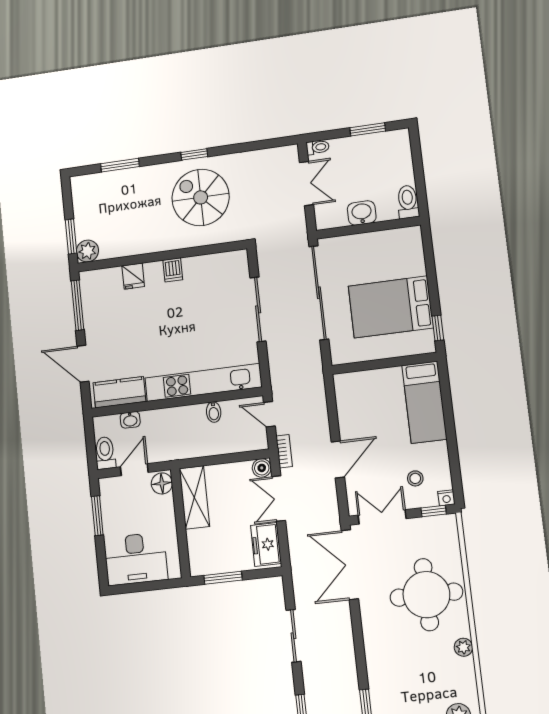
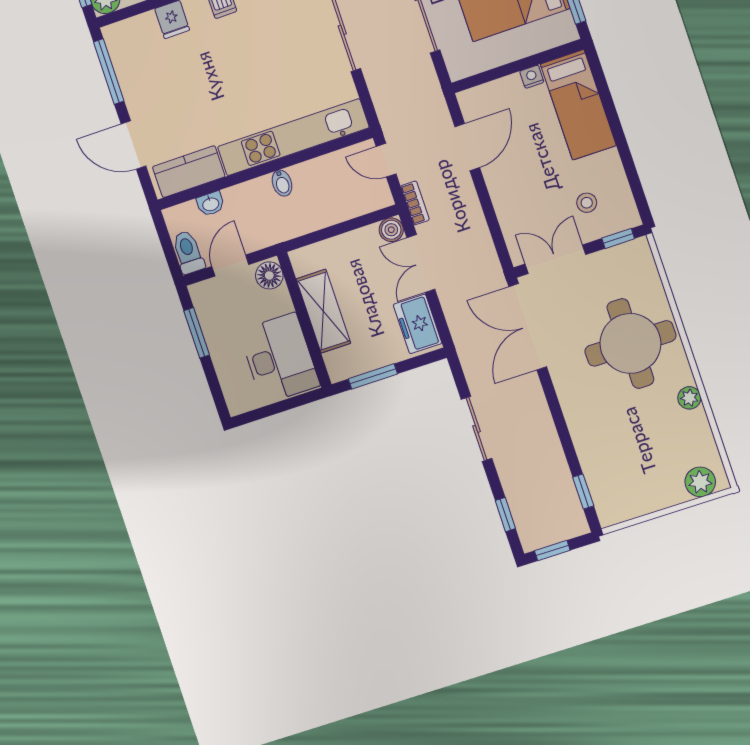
bidet: (214, 412) -> (282, 183), moved
door: (338, 459) -> (467, 147), moved
shelving: (194, 497) -> (323, 311), moved
nightstand: (446, 498) -> (532, 77), moved, turned 180
desk: (136, 559) -> (279, 358), moved, turned -90

